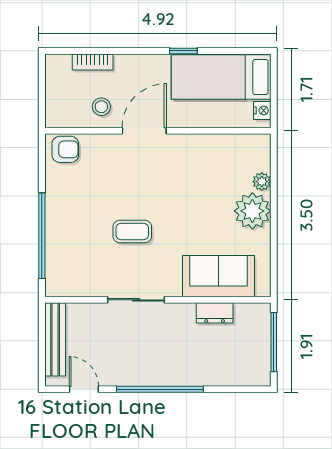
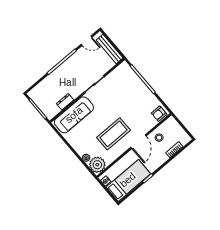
plant: (252, 211) -> (97, 165), moved
coffee table: (132, 231) -> (113, 134), moved, width x1.86, depth x1.72
sofa: (219, 276) -> (74, 115), width x1.36

